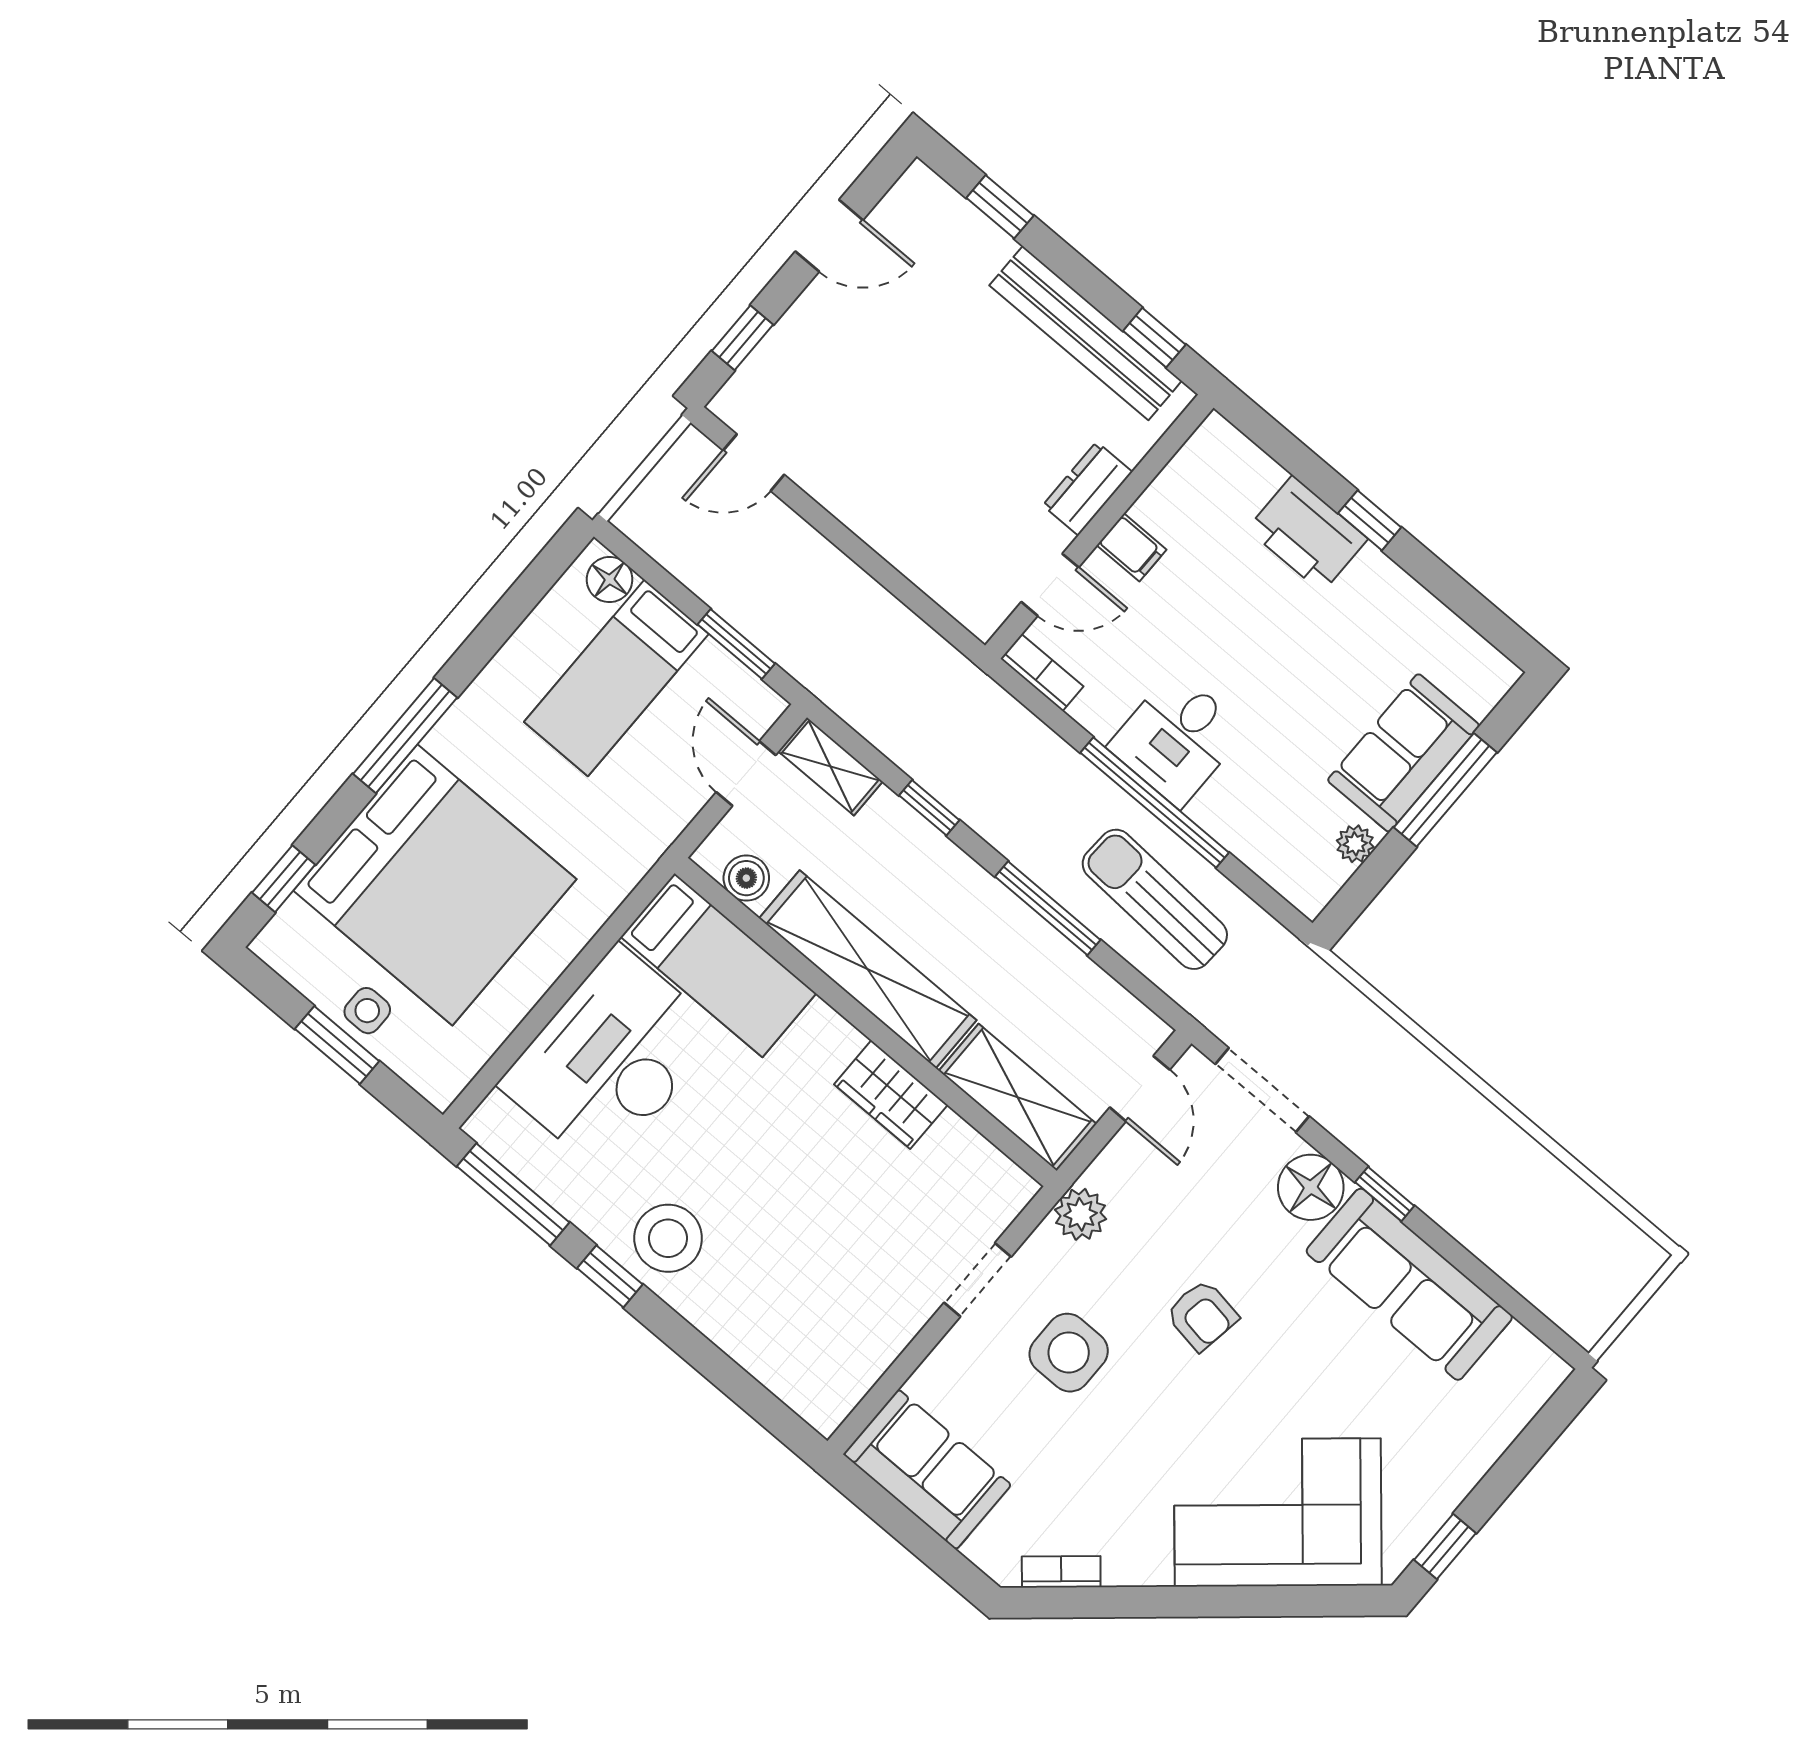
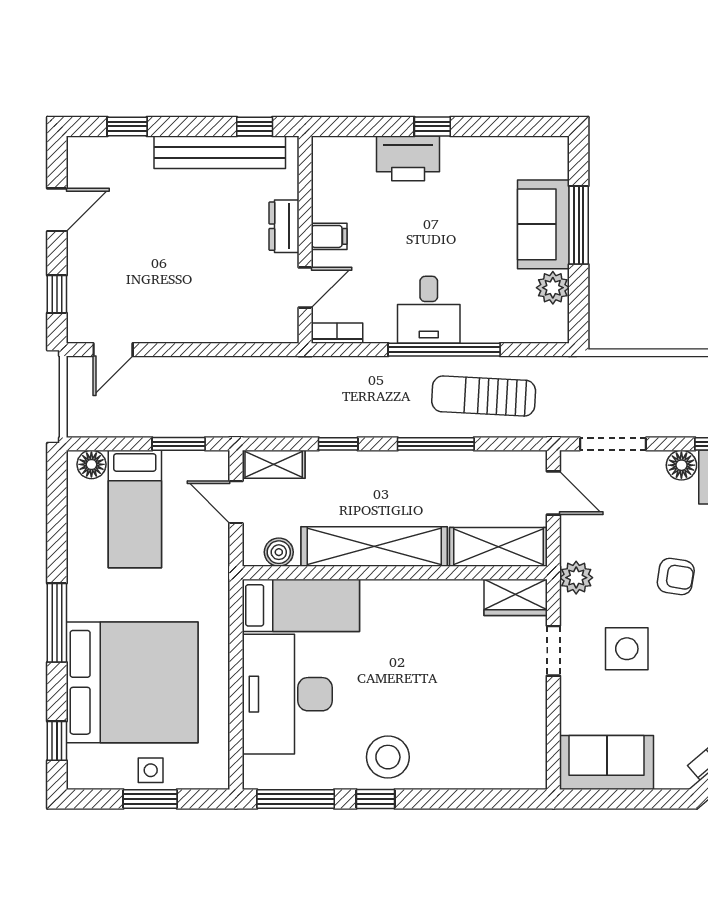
plant: (1355, 844) -> (553, 288), width x1.38, depth x1.38
wardrobe: (891, 1095) -> (516, 597), moved
floor lamp: (1311, 1187) -> (681, 465), width x0.73, depth x0.73

